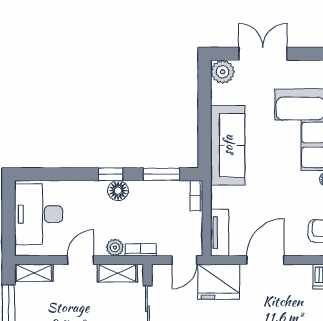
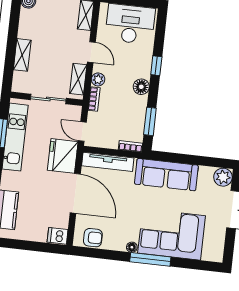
window: (111, 174) -> (156, 66), moved
tv unit: (220, 232) -> (108, 162), width x1.41
door: (265, 260) -> (75, 193), width x1.36

